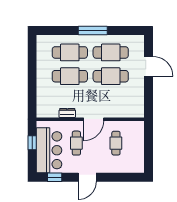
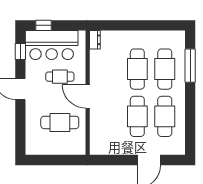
window: (93, 31) -> (190, 66), moved
dresser: (67, 113) -> (95, 40), moved
window: (32, 143) -> (44, 25), moved
cafe table: (116, 143) -> (60, 122), width x1.37, depth x1.35

